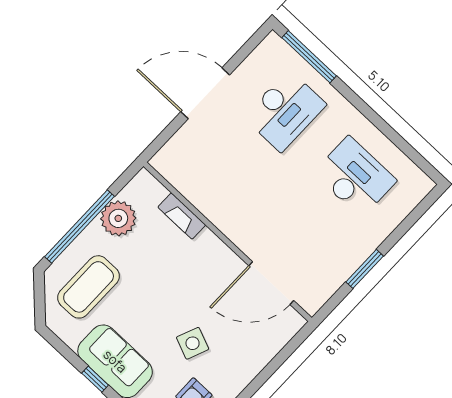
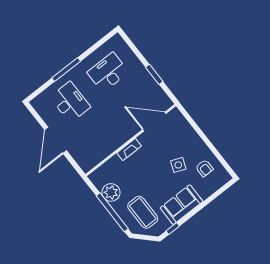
window: (309, 57) -> (66, 70), moved
fireplace: (182, 216) -> (129, 149), moved
door: (271, 283) -> (154, 122), swing flipped
window: (95, 379) -> (173, 229), moved

